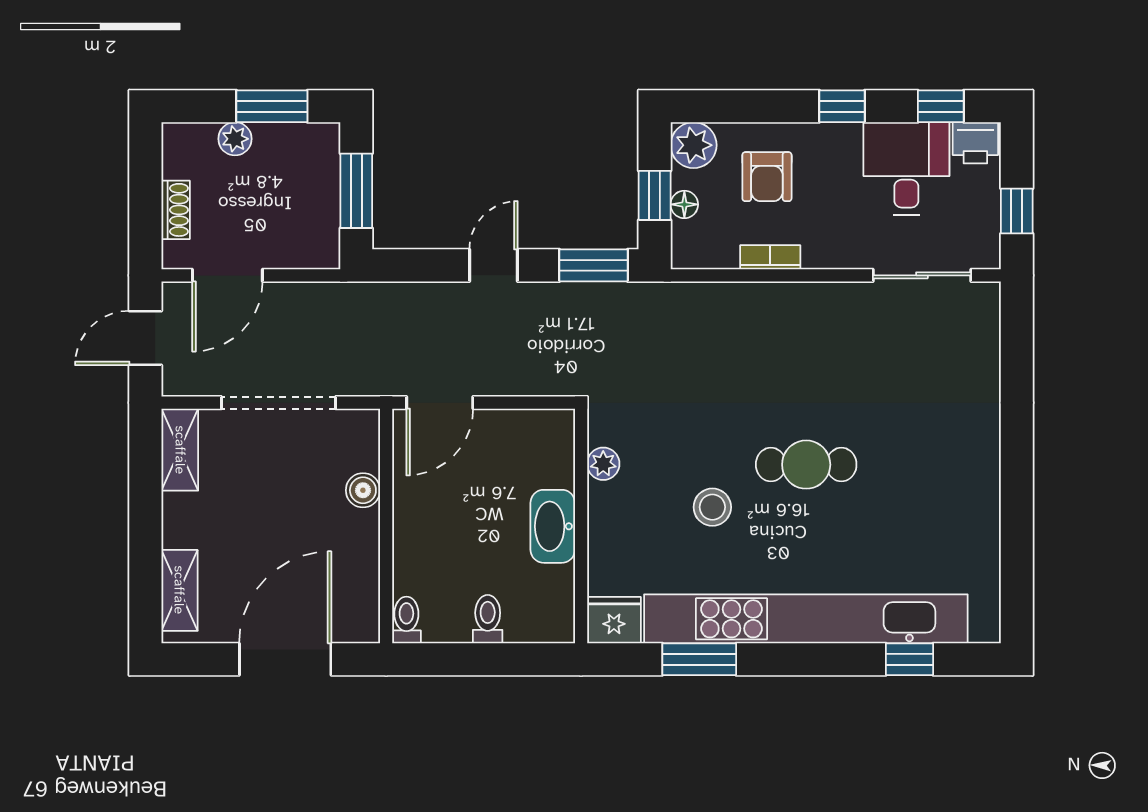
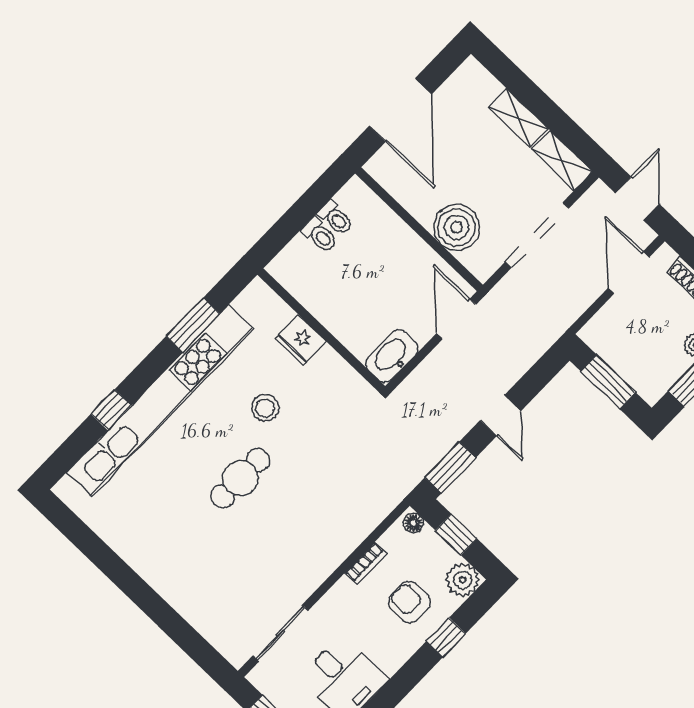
window: (842, 106) -> (446, 637), moved
floor lamp: (684, 204) -> (413, 523), moved
plant: (603, 464) -> (342, 373), removed
boiler: (363, 490) -> (457, 227), width x1.86, depth x1.86
washbasin: (553, 526) -> (392, 356), moved, turned -90
shelving: (179, 590) -> (518, 118), moved
toilet: (406, 620) -> (336, 218), moved
fridge: (614, 620) -> (301, 340), moved, turned 90
window: (910, 659) -> (111, 410), moved

